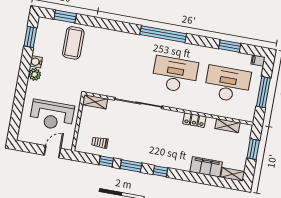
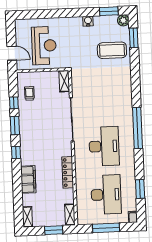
plant: (35, 74) -> (123, 20), moved
reception desk: (52, 115) -> (44, 46), turned 180
locker: (194, 120) -> (68, 172), width x1.53
shelving: (227, 126) -> (70, 215), moved
filing cabinet: (206, 167) -> (28, 179), moved

